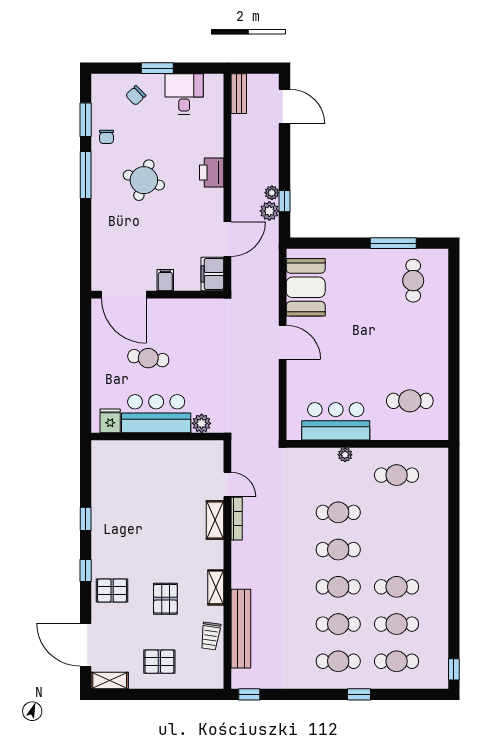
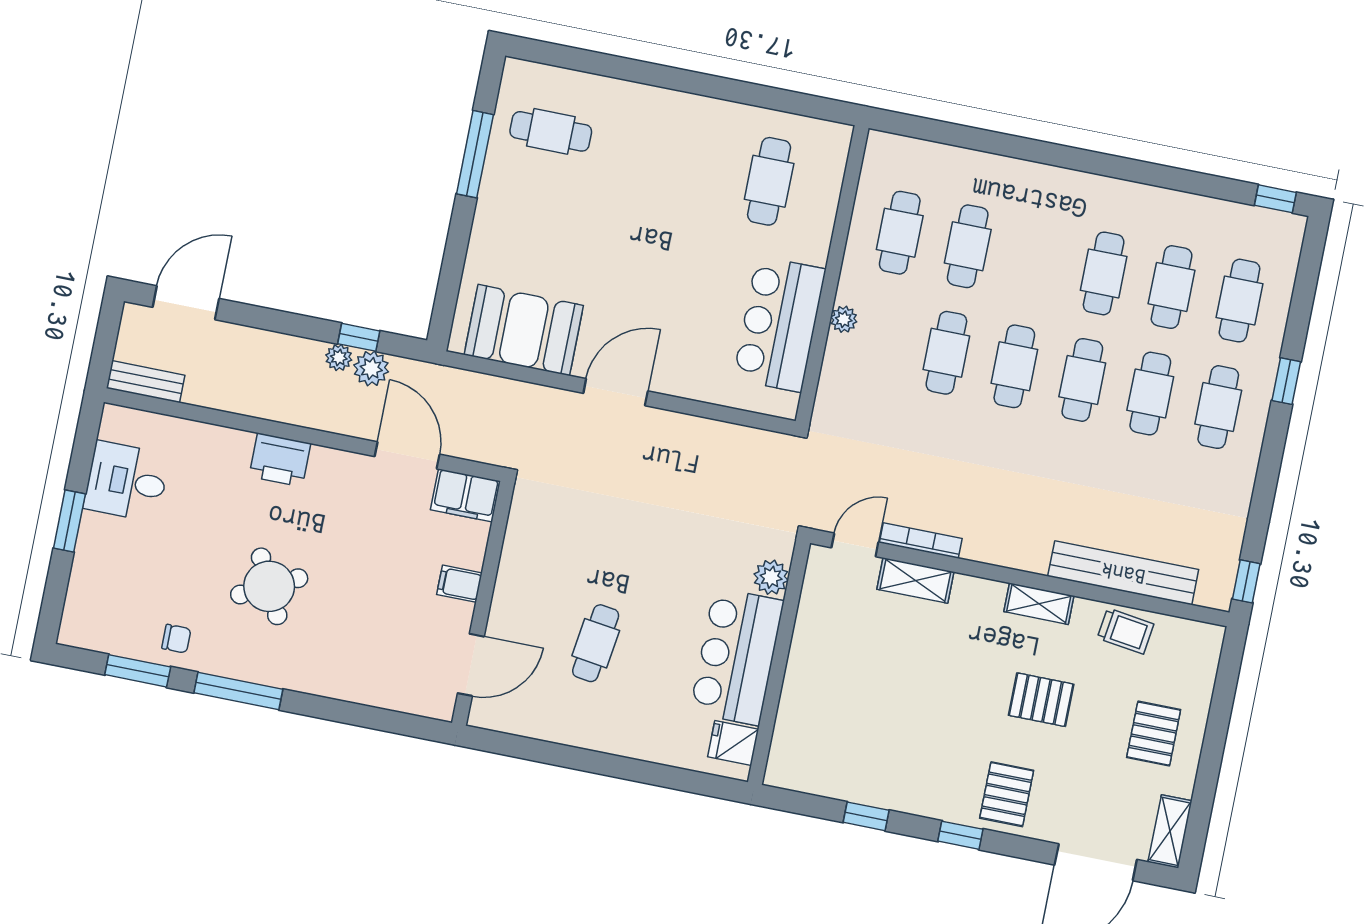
chair: (136, 95) -> (112, 570), removed
round table: (144, 180) -> (269, 586), turned 45
door: (124, 295) -> (471, 665), width x0.73
bar counter: (156, 414) -> (737, 656), moved
fridge: (110, 421) -> (733, 743), moved
plant: (202, 423) -> (771, 577), moved
wall: (157, 436) -> (779, 663), moved
cafe table: (397, 512) -> (968, 246), added

